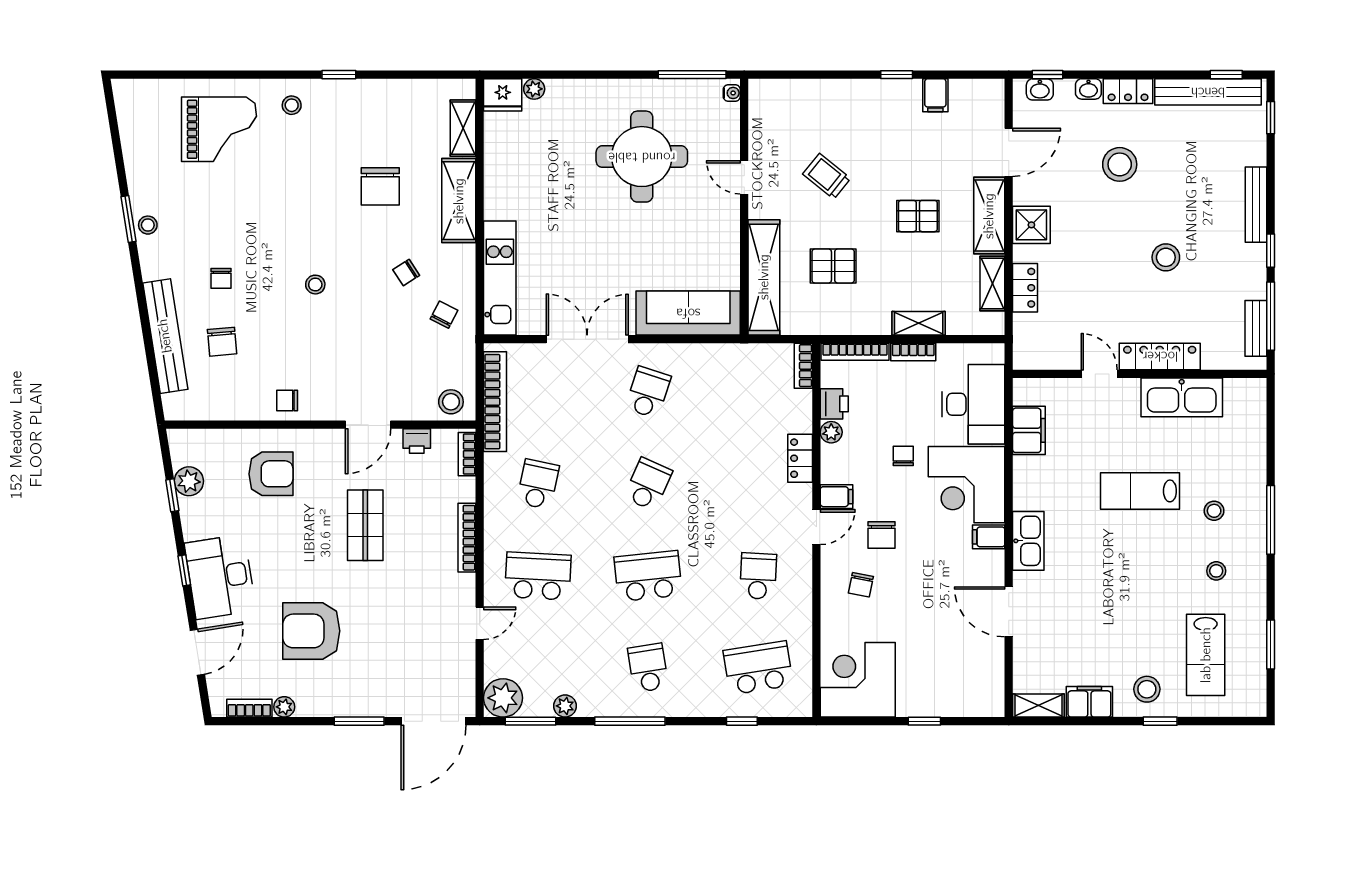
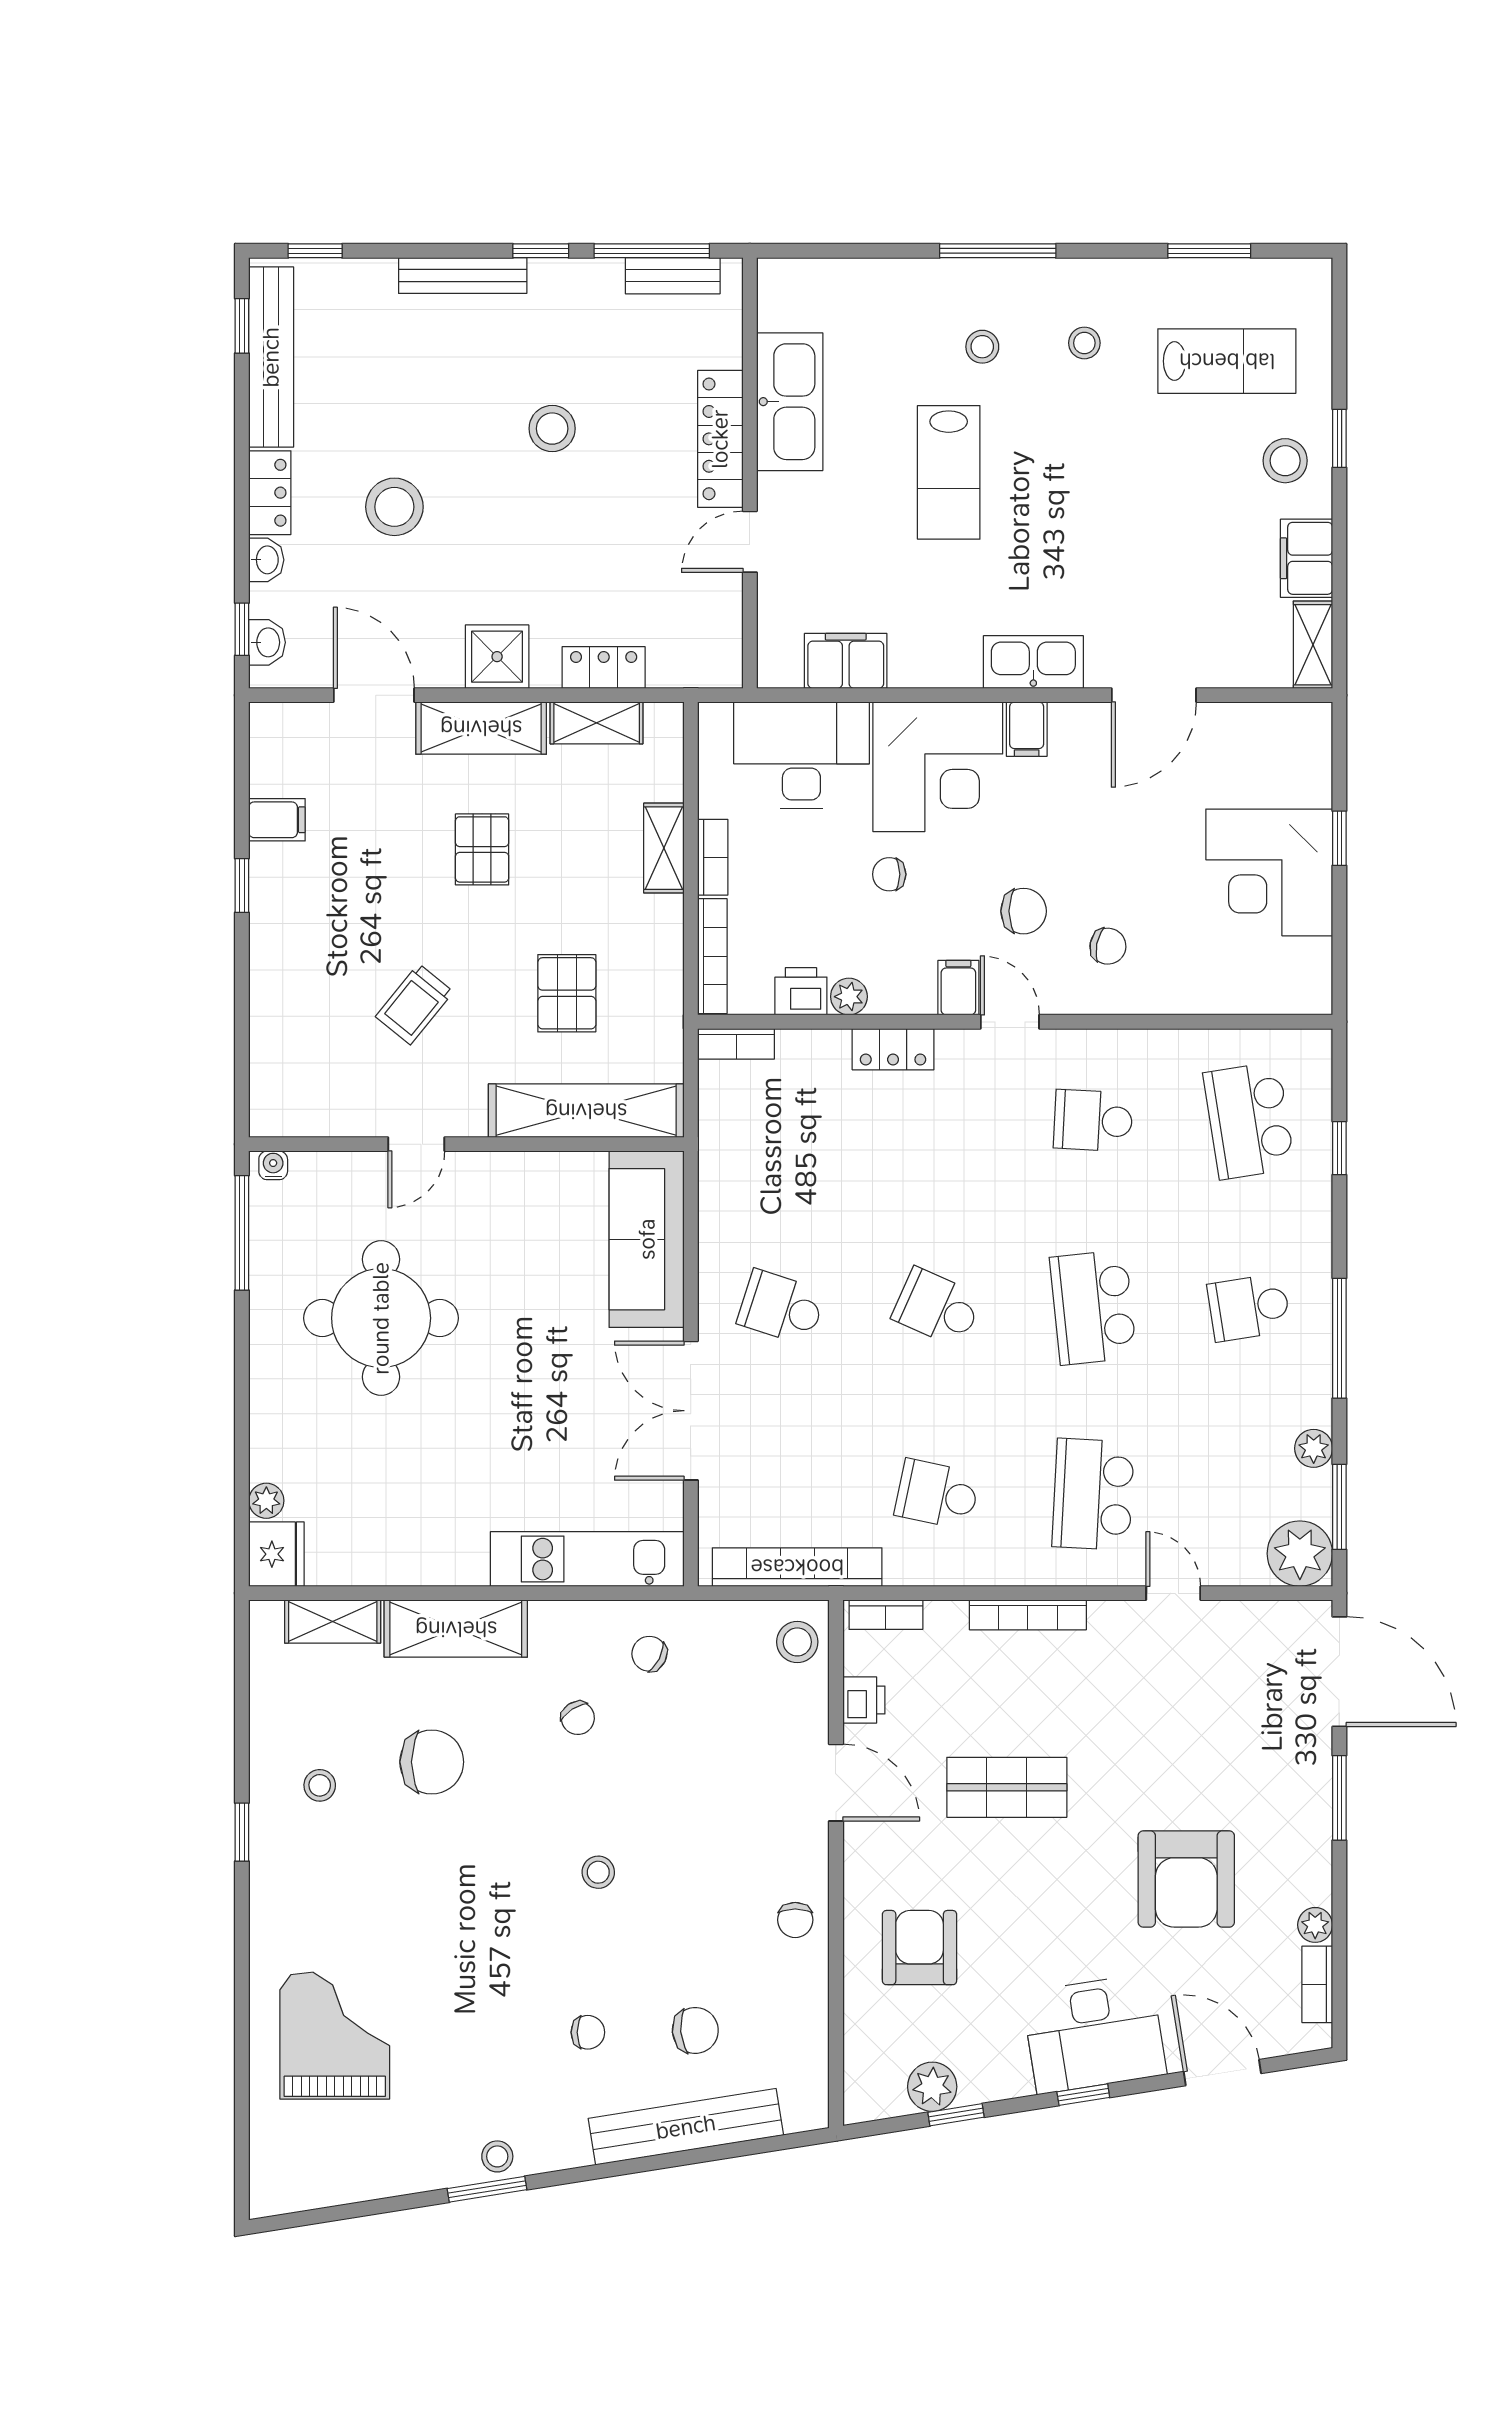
stool: (292, 105) -> (320, 1785), moved
corner desk: (858, 680) -> (1269, 872), moved

